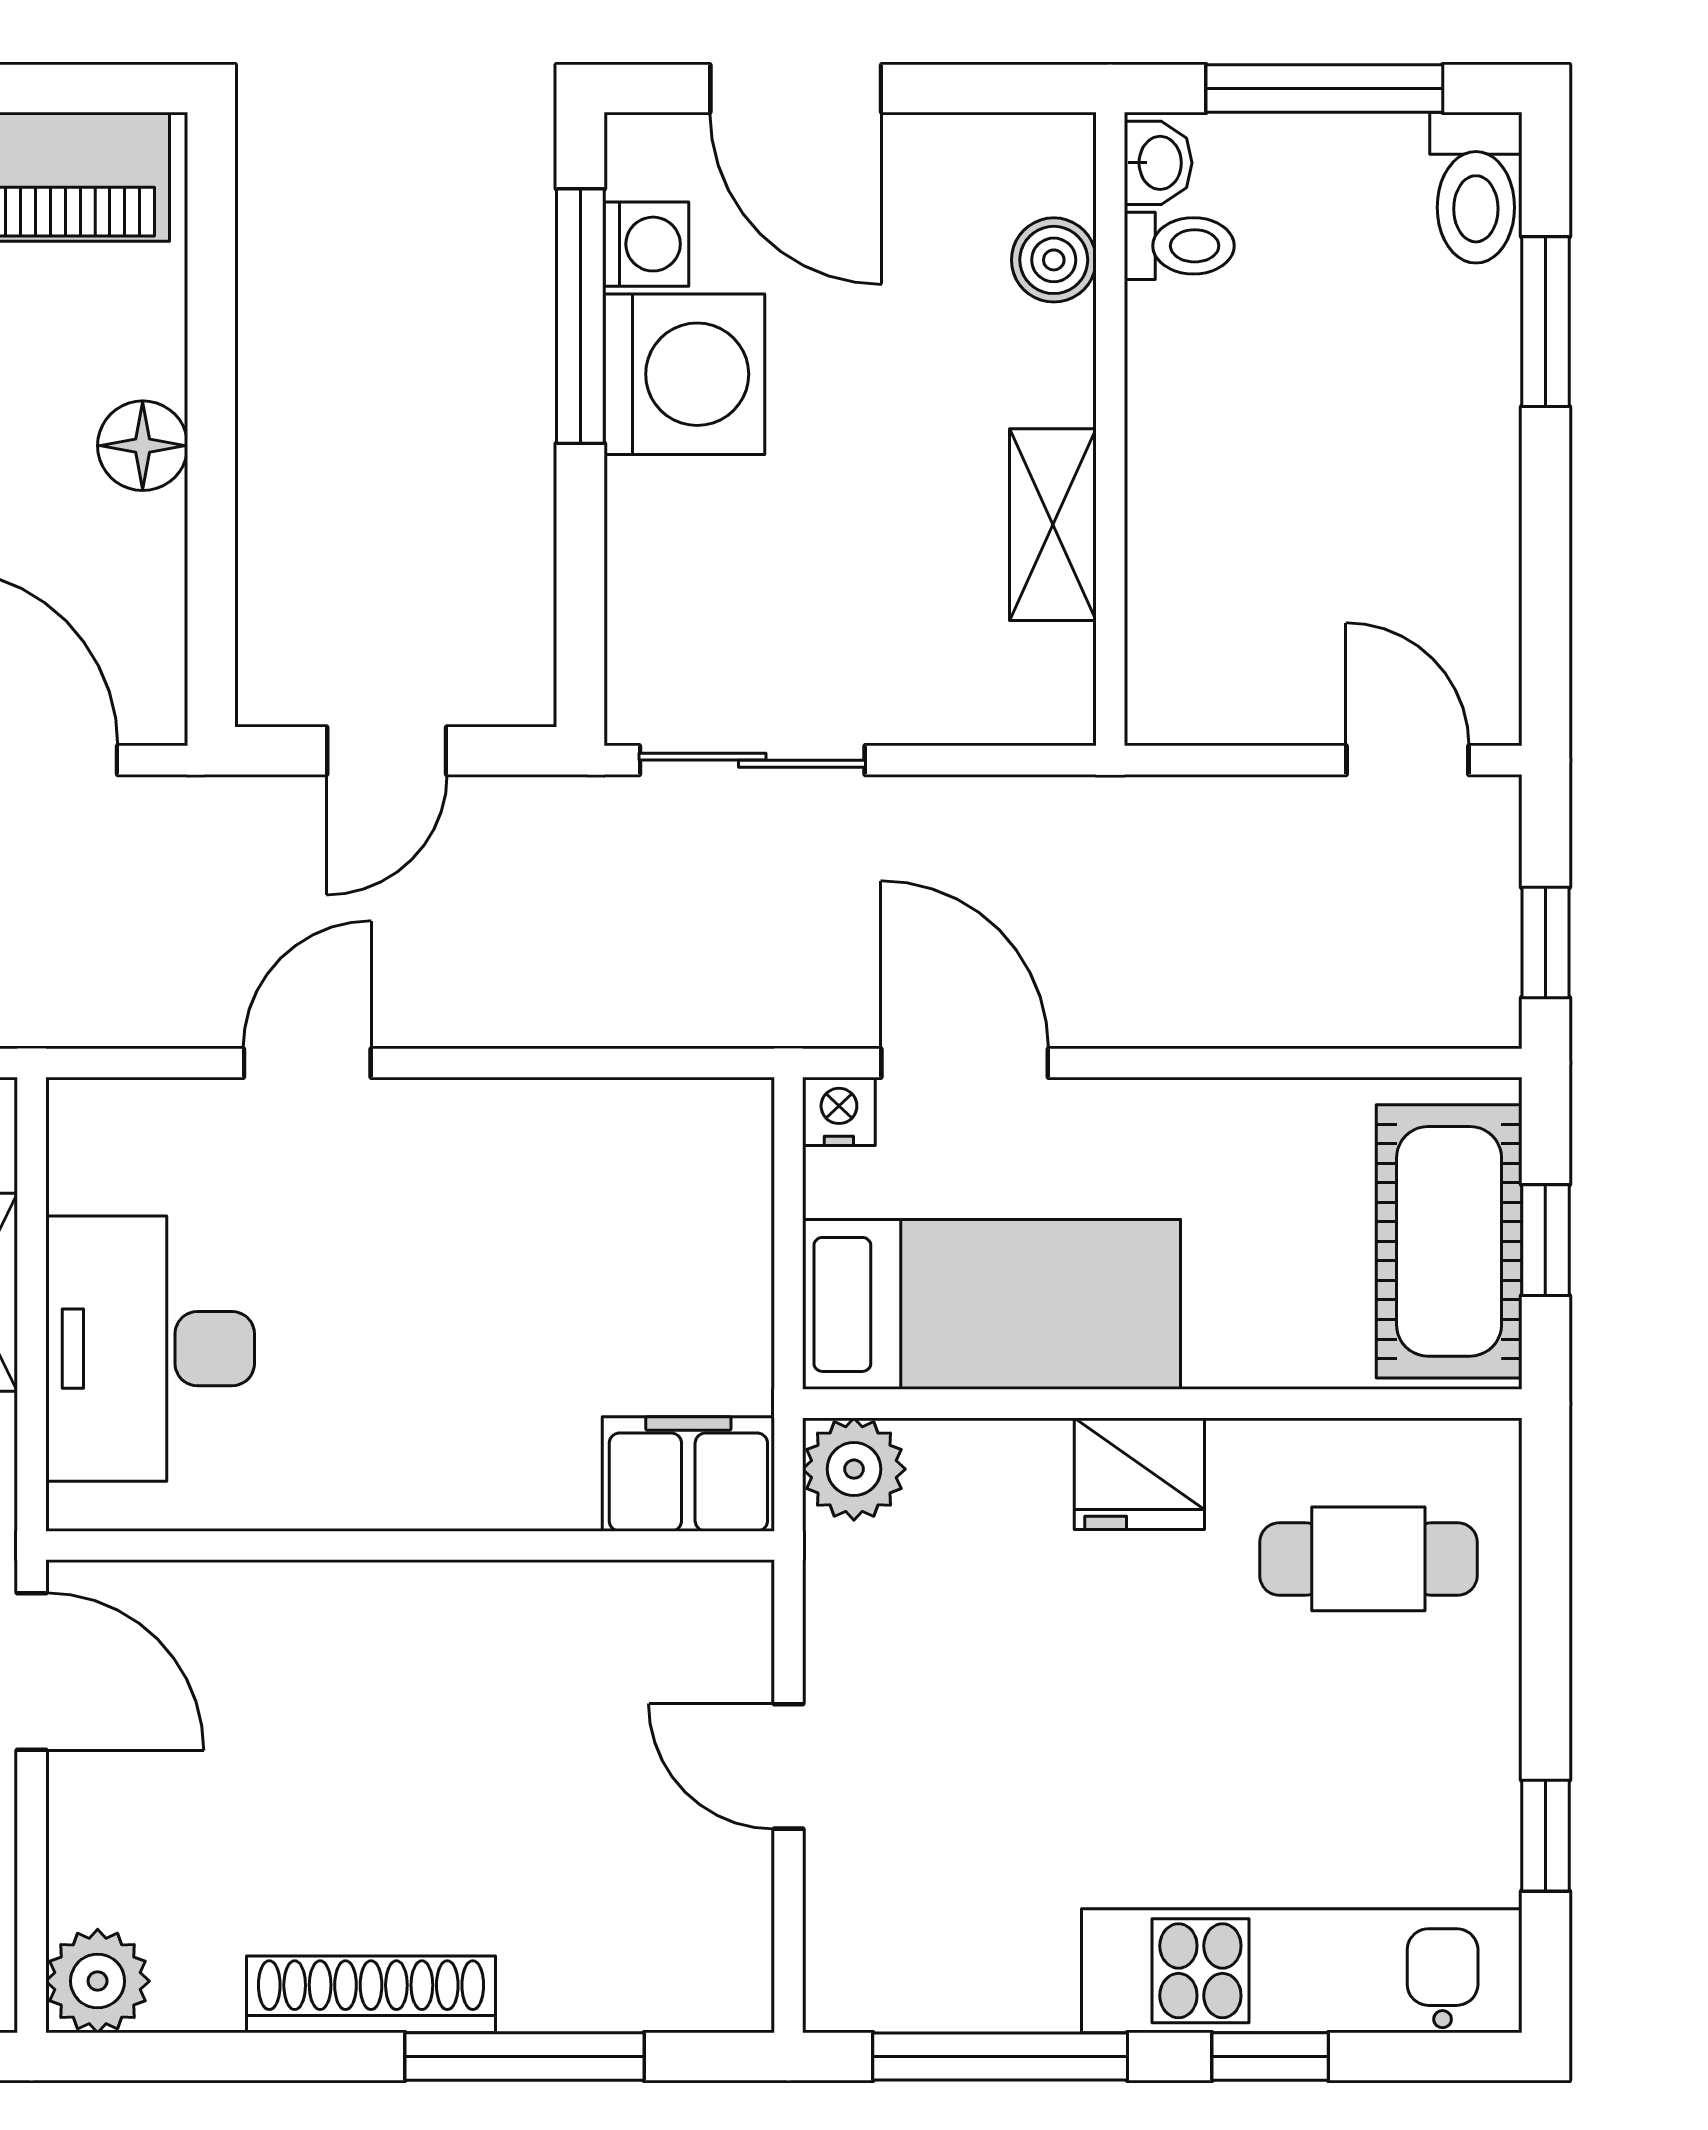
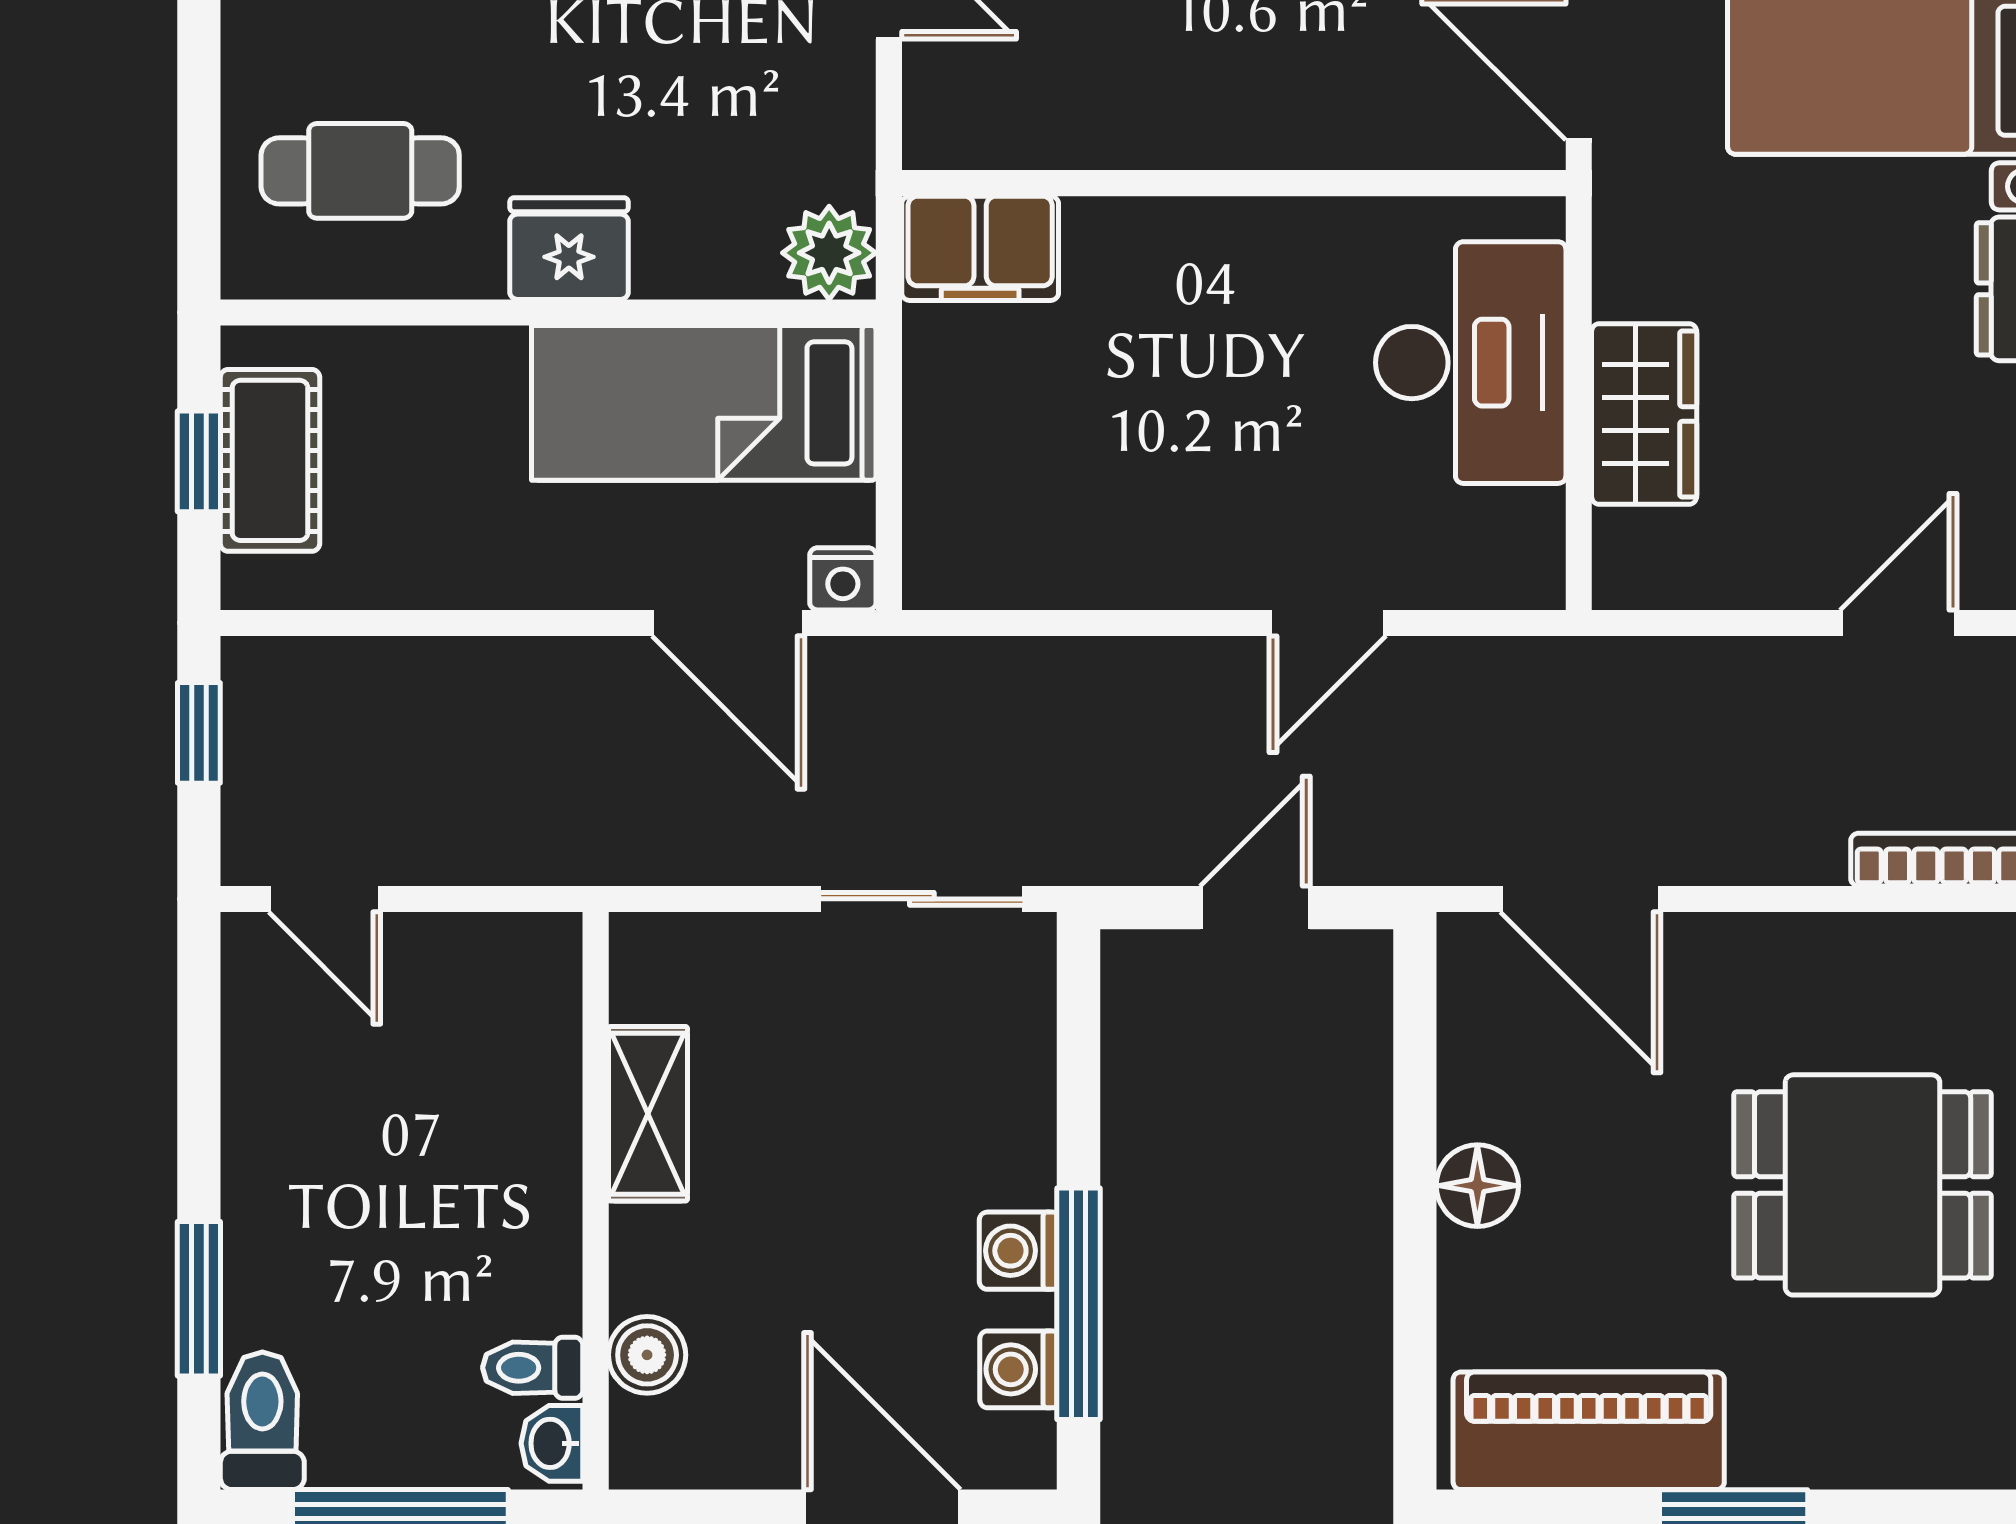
washing machine: (684, 374) -> (1018, 1251), width x0.53, depth x0.53
cot: (1449, 1241) -> (270, 460), width x0.73, depth x0.75

